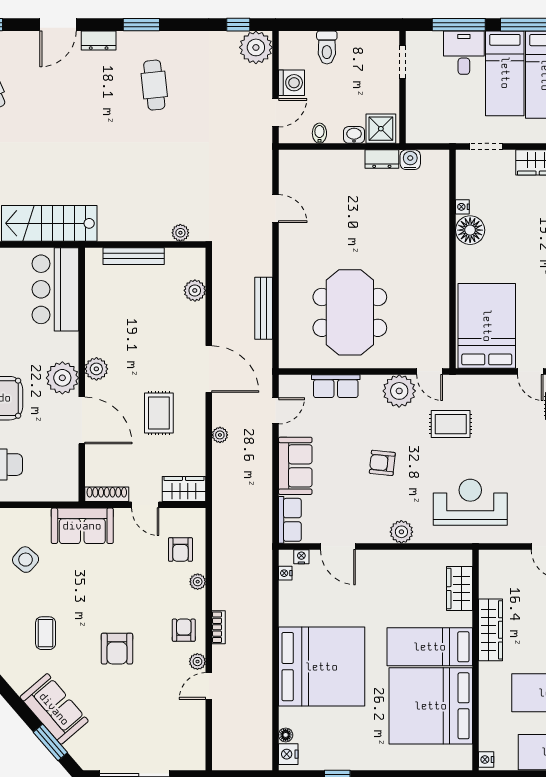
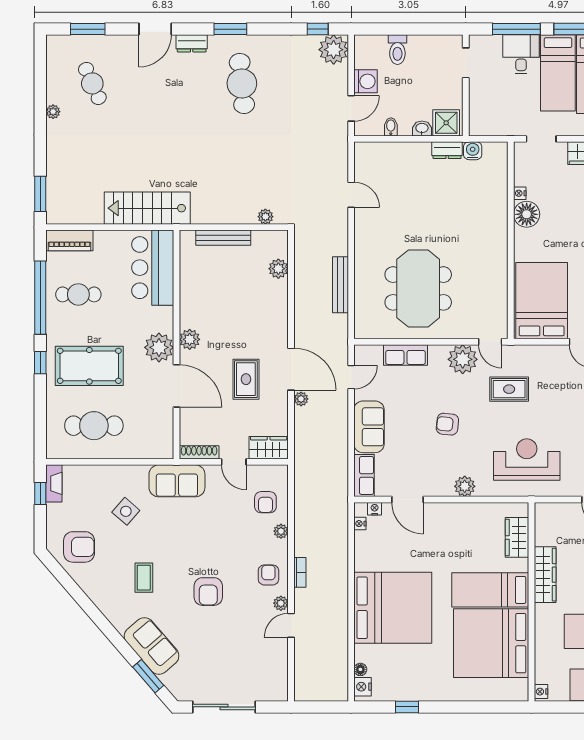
cafe table: (154, 85) -> (242, 83), width x1.37, depth x1.35
door: (209, 369) -> (291, 369), moved

